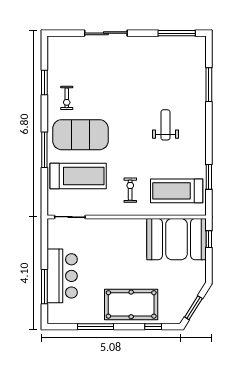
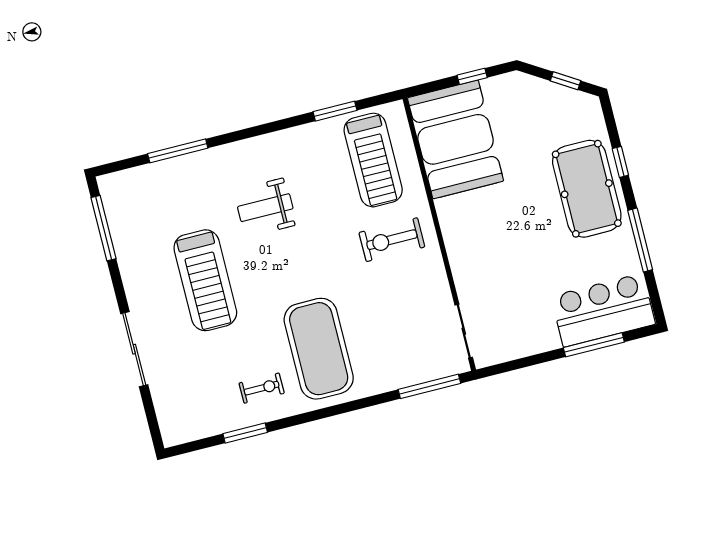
window: (44, 150) -> (429, 386), moved
treadmill: (78, 176) -> (205, 280), moved, turned 180
exercise bike: (130, 190) -> (392, 240), width x1.38, depth x1.39
window: (209, 239) -> (472, 76), moved
bar counter: (62, 276) -> (603, 310), moved
window: (193, 308) -> (565, 81), width x0.67
window: (153, 327) -> (620, 162), moved

